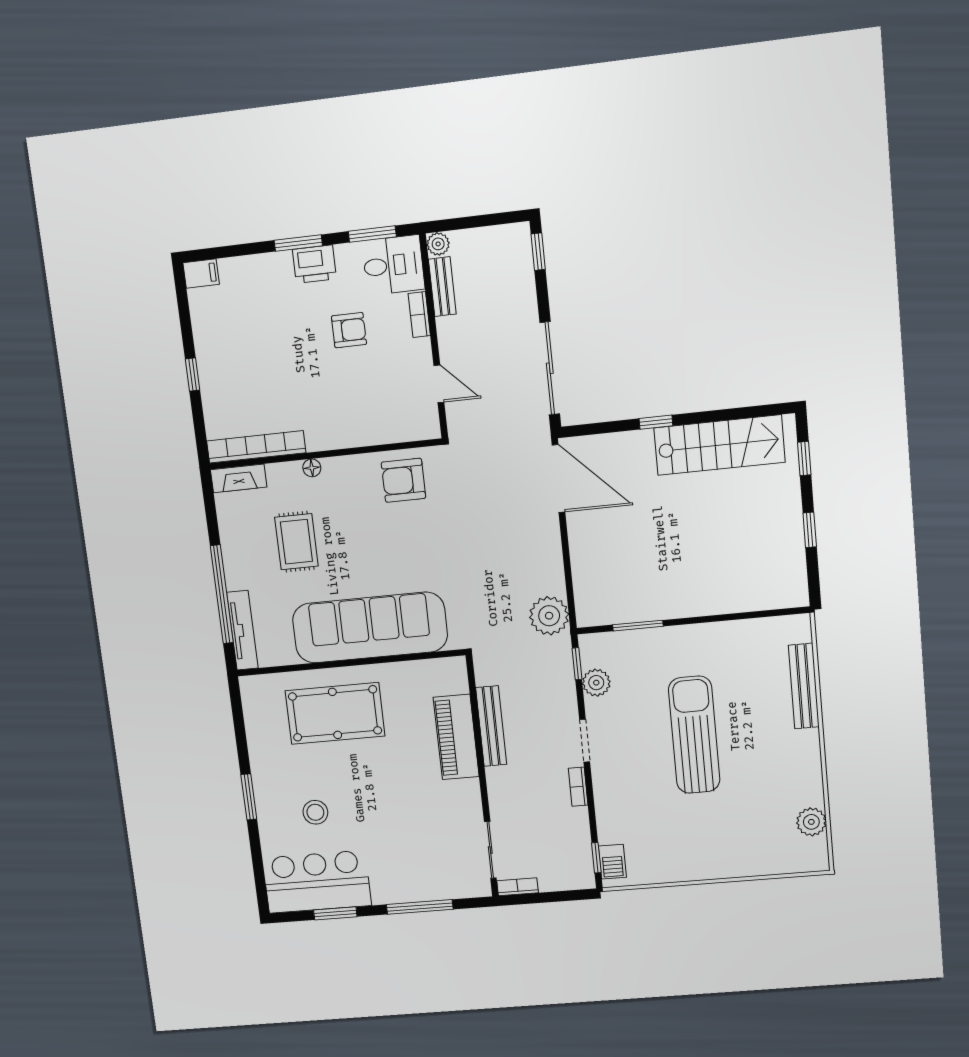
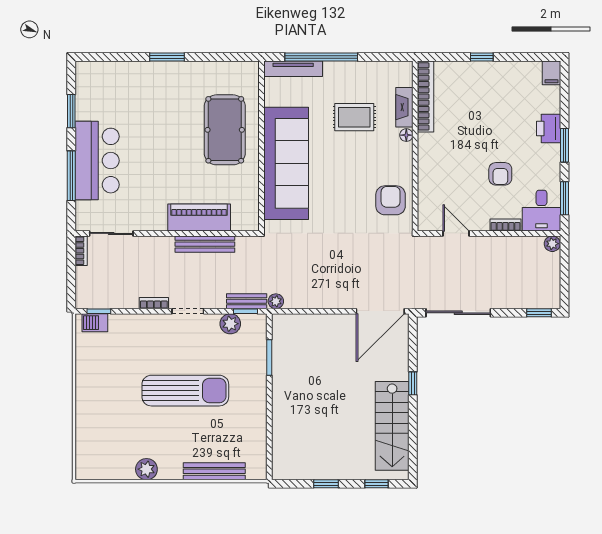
printer: (314, 264) -> (549, 128), moved
bench: (442, 287) -> (247, 301), moved
door: (439, 384) -> (456, 233), swing flipped
fireplace: (239, 478) -> (404, 107), moved
plant: (549, 616) -> (276, 301), width x0.53, depth x0.53
stool: (315, 812) -> (151, 106), removed
plant: (811, 822) -> (146, 469), moved
bar counter: (317, 882) -> (97, 161), moved

